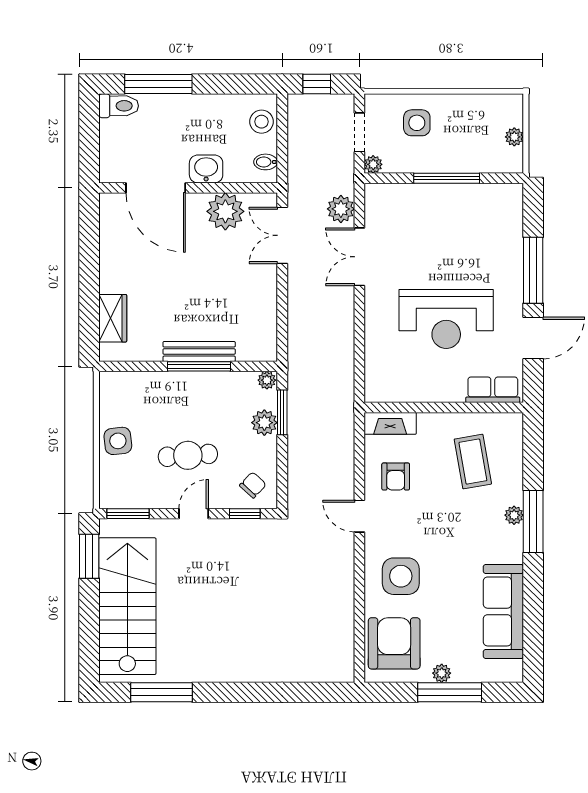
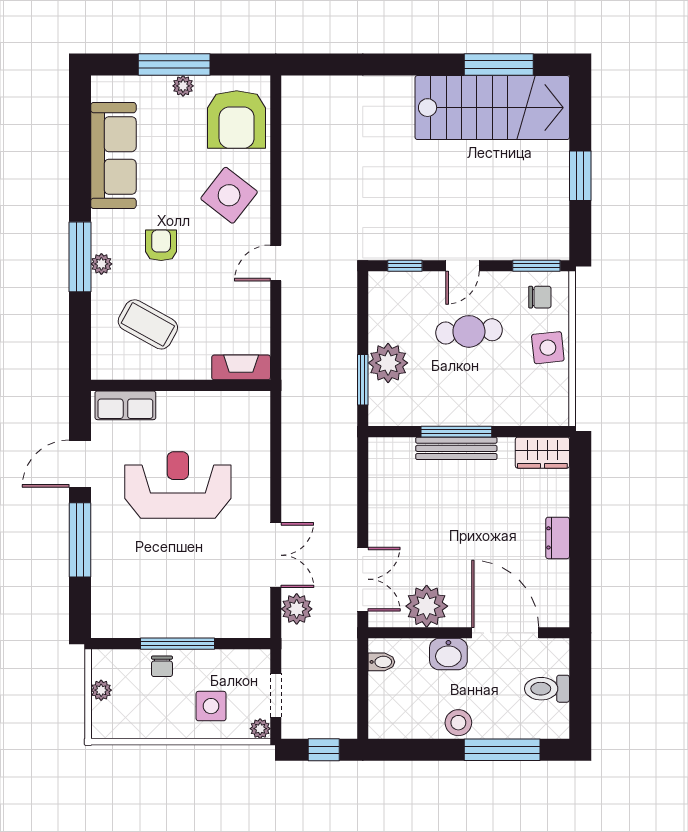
toilet: (119, 106) -> (547, 689), moved
stool: (262, 122) -> (458, 723), moved
chair: (460, 158) -> (162, 666), added
plant: (373, 164) -> (260, 729), moved
dresser: (109, 272) -> (558, 538), added
wardrobe: (113, 318) -> (542, 453), moved, turned -90
plant: (267, 380) -> (380, 416), removed
plant: (264, 423) -> (388, 363), width x1.36, depth x1.36
coffee table: (473, 462) -> (148, 324), turned -51
armchair: (396, 476) -> (161, 245), moved
chair: (253, 485) -> (540, 297), moved, turned -133
door: (359, 516) -> (276, 263), swing flipped
window: (89, 556) -> (580, 176), moved
side table: (401, 576) -> (229, 195), turned 38
stairs: (127, 606) -> (492, 108), moved, turned -90

